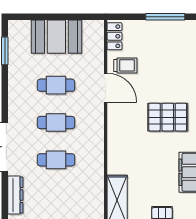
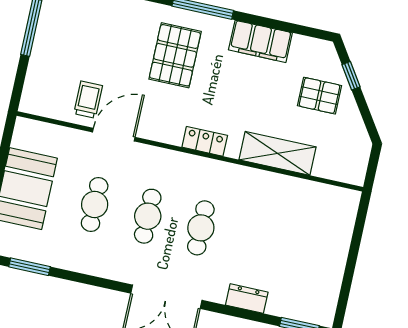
locker: (114, 36) -> (205, 141), moved
dresser: (15, 195) -> (247, 299), width x0.70

